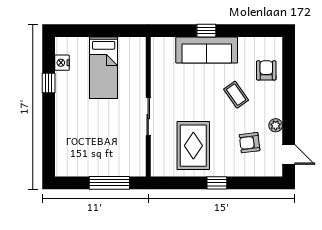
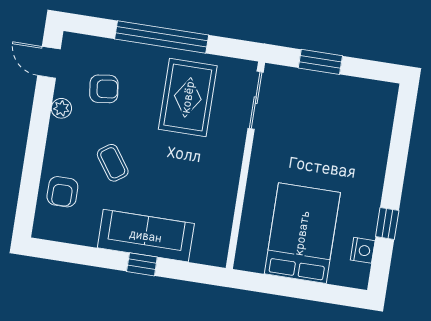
bed: (104, 68) -> (302, 233), width x1.50
sliding door: (148, 117) -> (256, 100), moved
window: (109, 183) -> (320, 62), width x0.69
window: (217, 183) -> (162, 37), width x3.17

